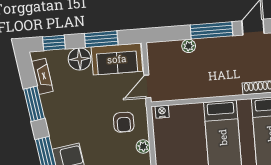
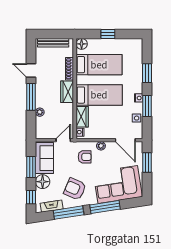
door: (147, 86) -> (63, 140), swing flipped
wardrobe: (224, 87) -> (67, 92), added
window: (34, 104) -> (69, 213), width x1.44
armchair: (72, 111) -> (75, 189), added
wardrobe: (187, 113) -> (82, 117), added

